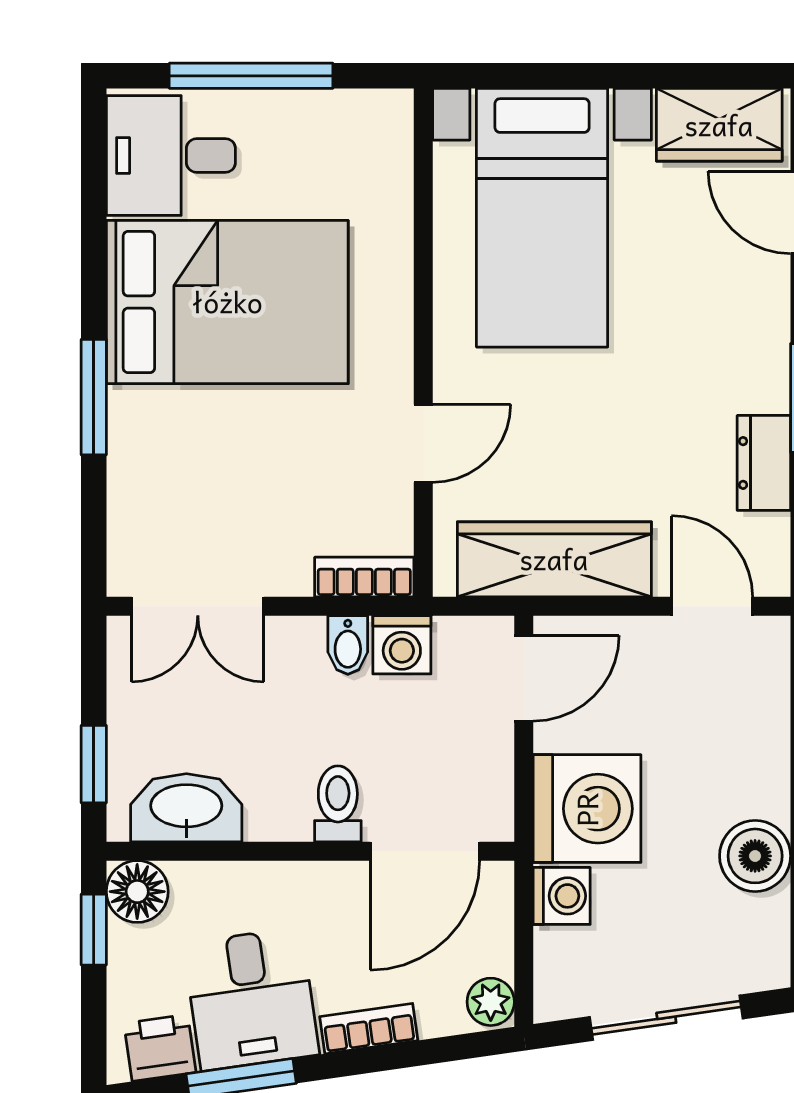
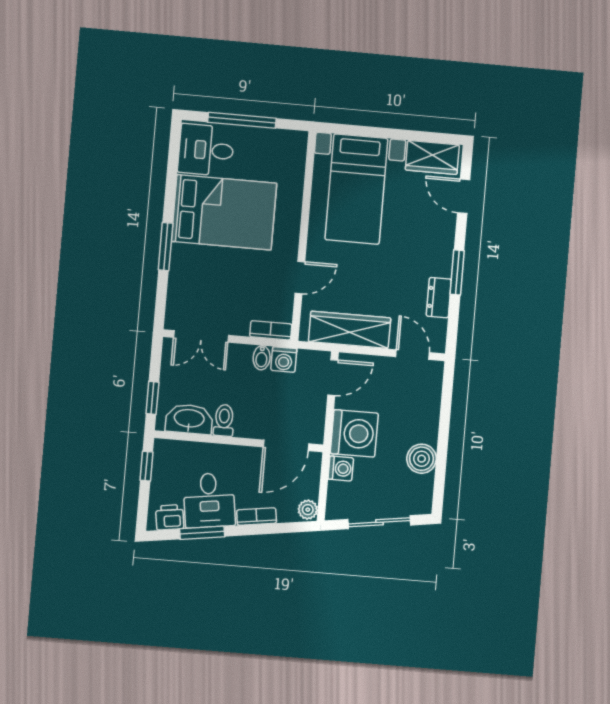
toilet: (338, 804) -> (224, 420), moved
floor lamp: (137, 892) -> (166, 452), removed

